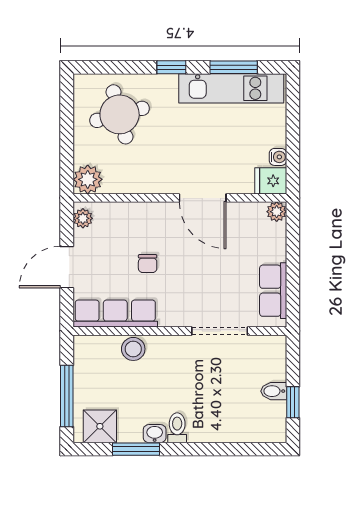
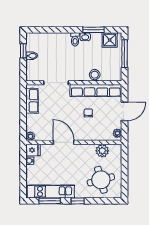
plant: (88, 179) -> (102, 151), moved
row of seats: (115, 314) -> (96, 91), width x1.36

